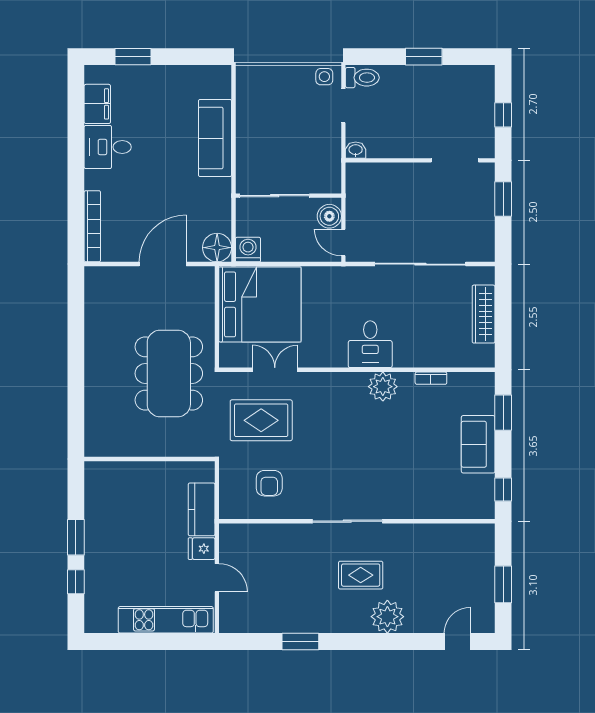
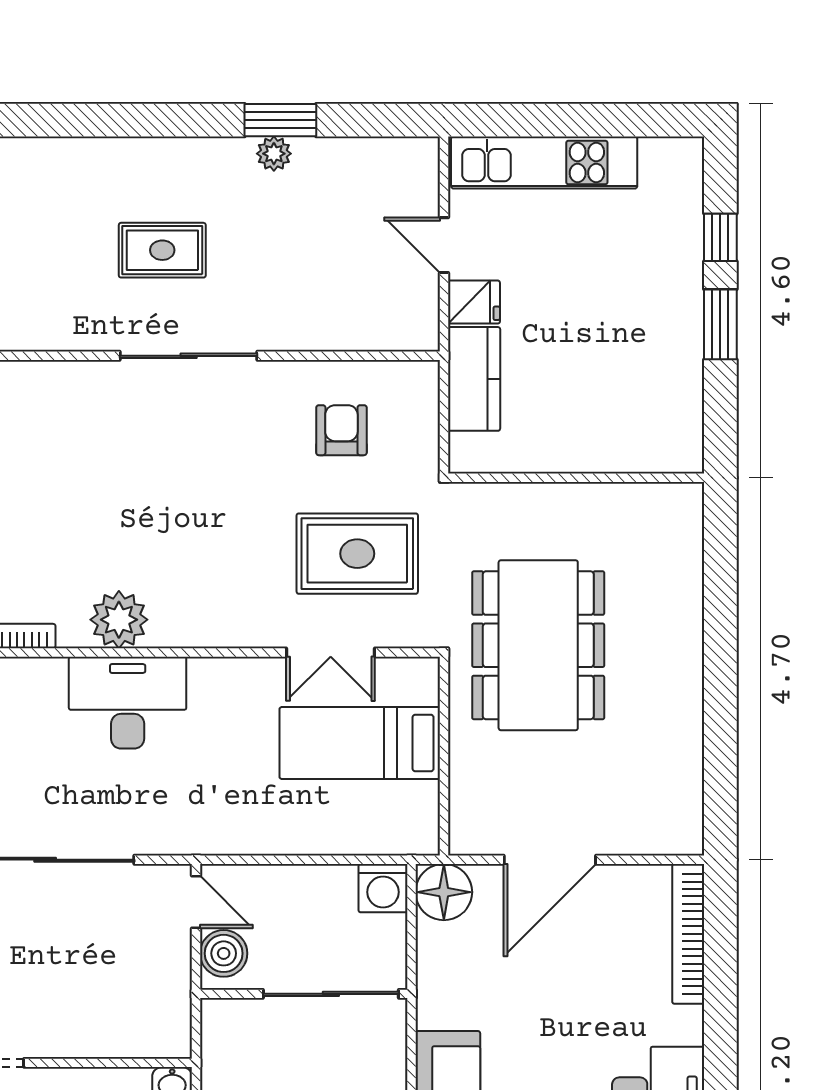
bed: (260, 304) -> (360, 743), width x0.49
desk: (370, 344) -> (128, 703), width x1.37
plant: (387, 617) -> (274, 154), moved, width x0.53, depth x0.53

